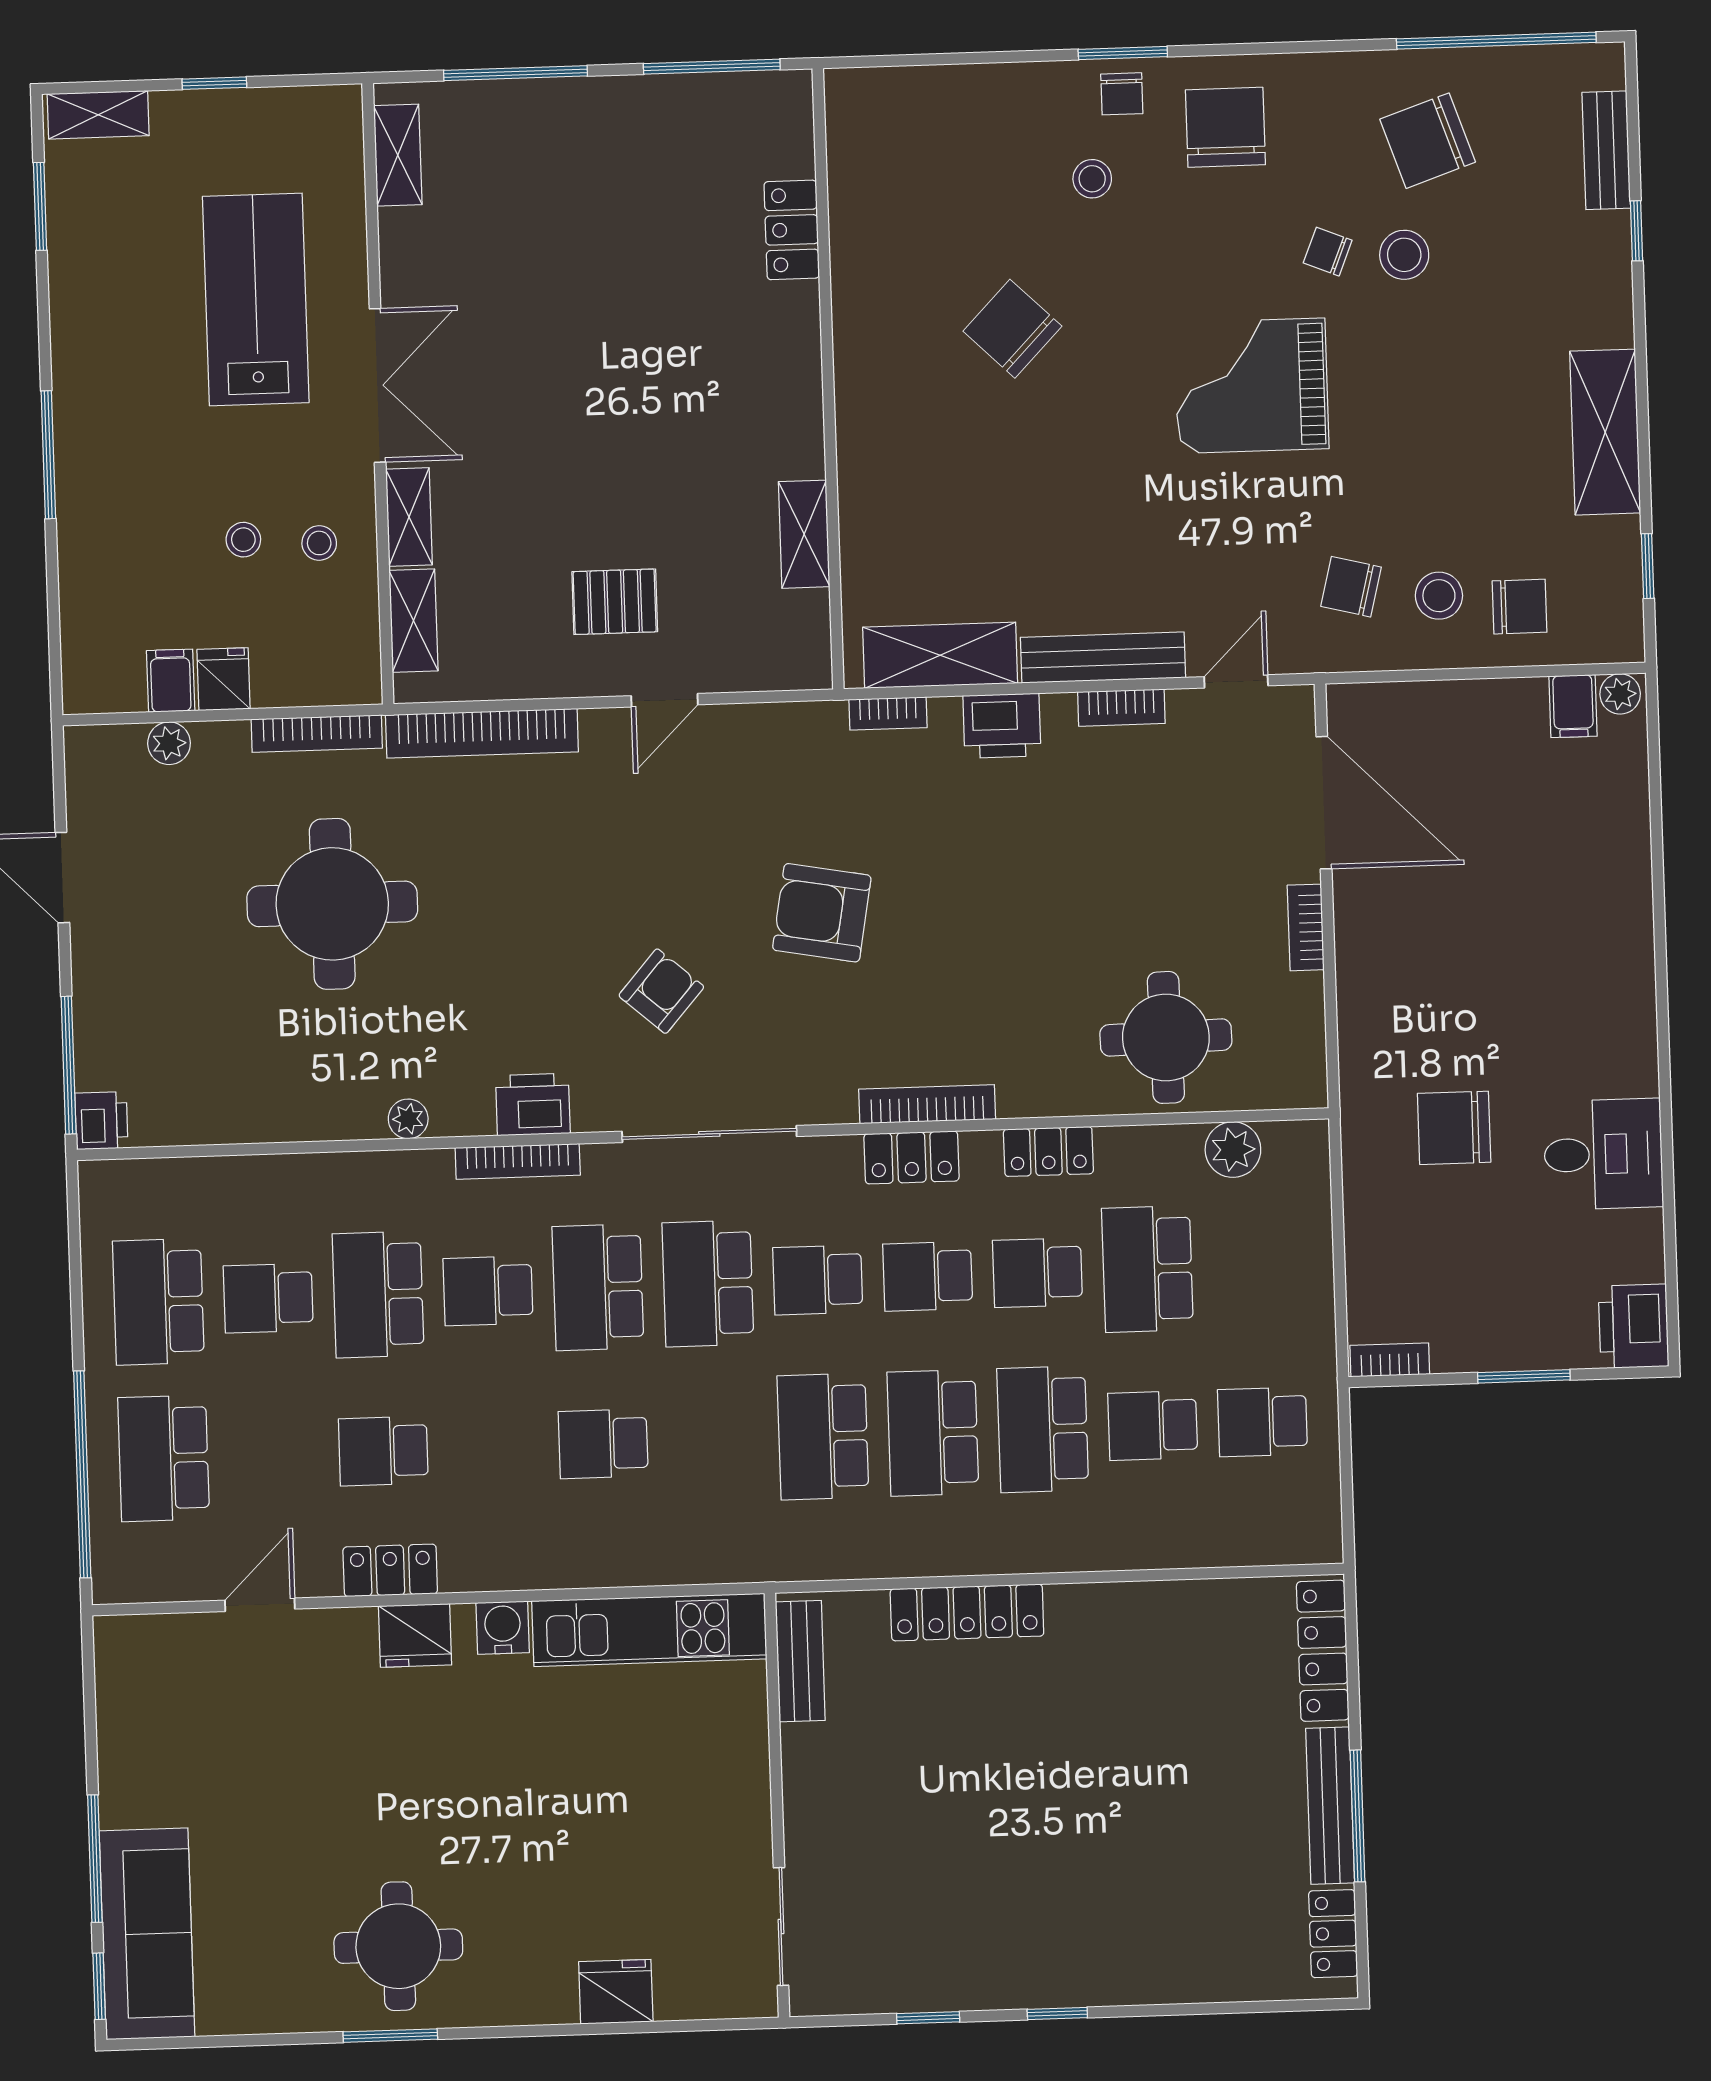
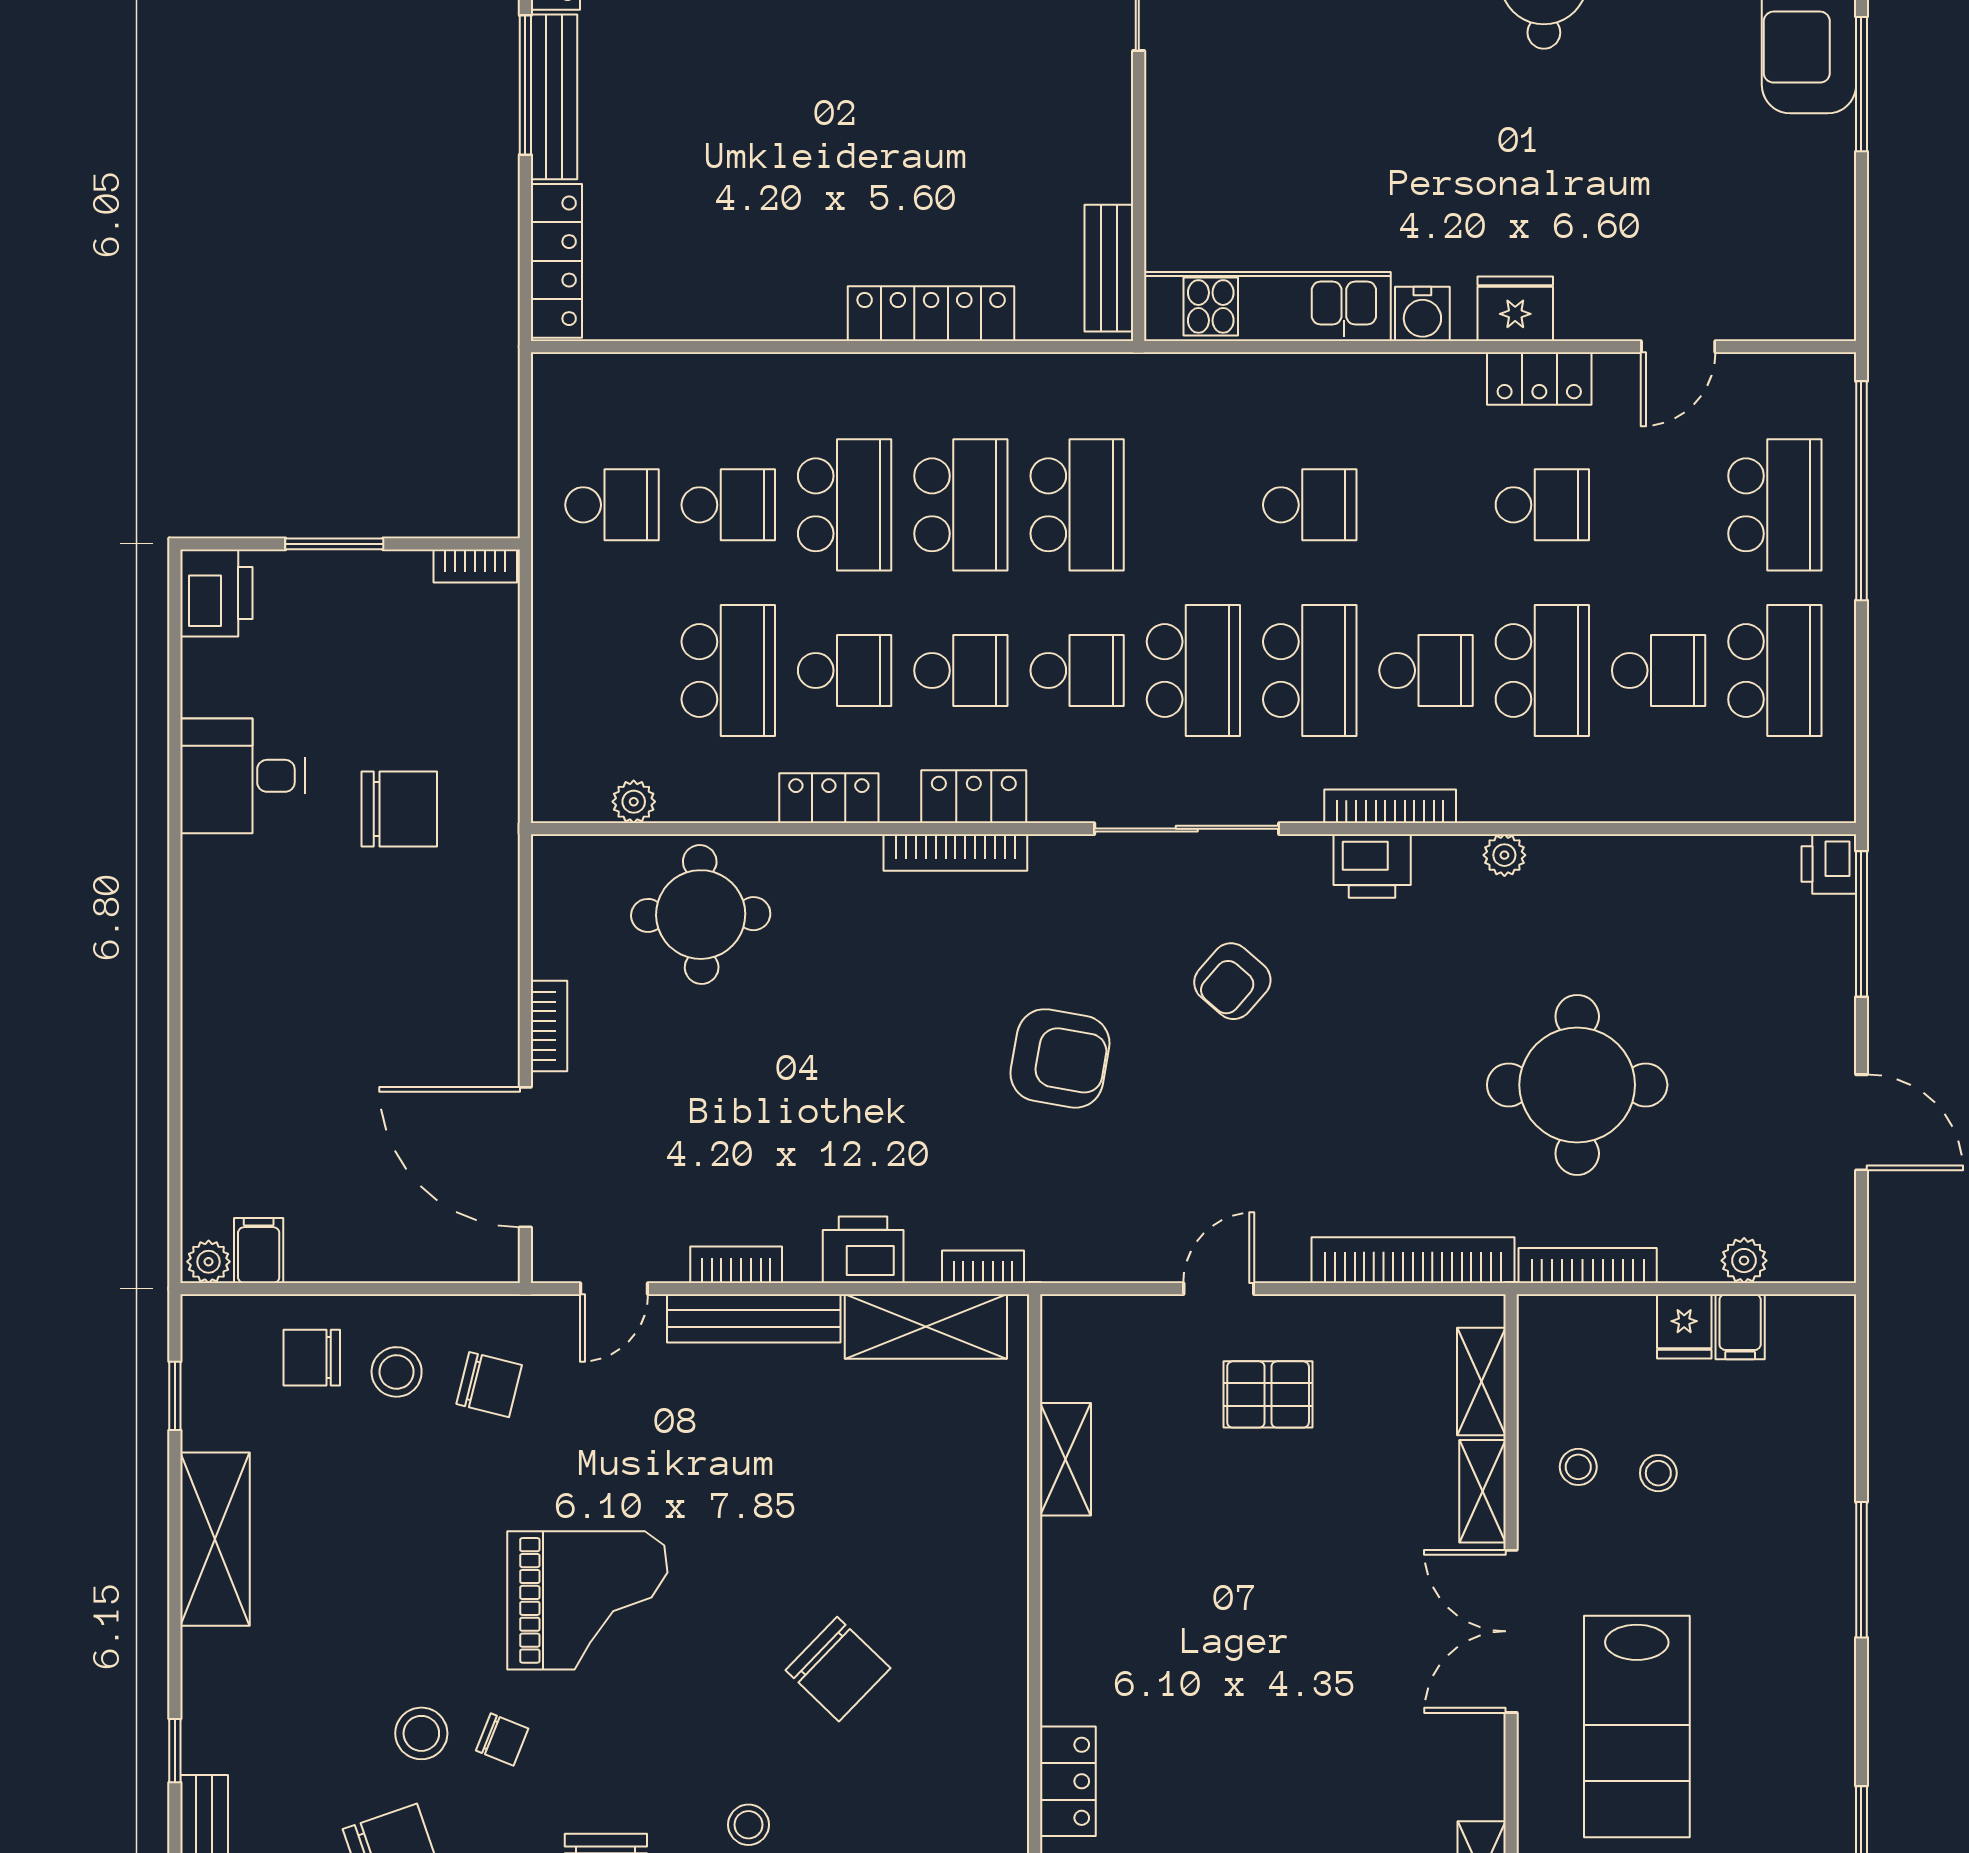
plant: (1233, 1150) -> (634, 802), width x0.73, depth x0.73

